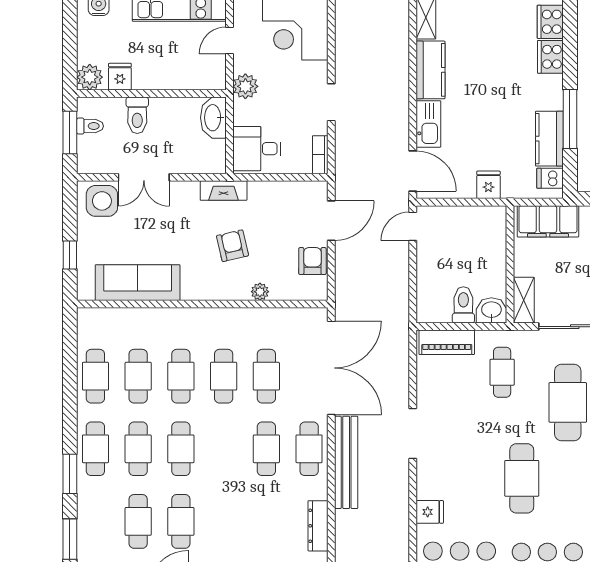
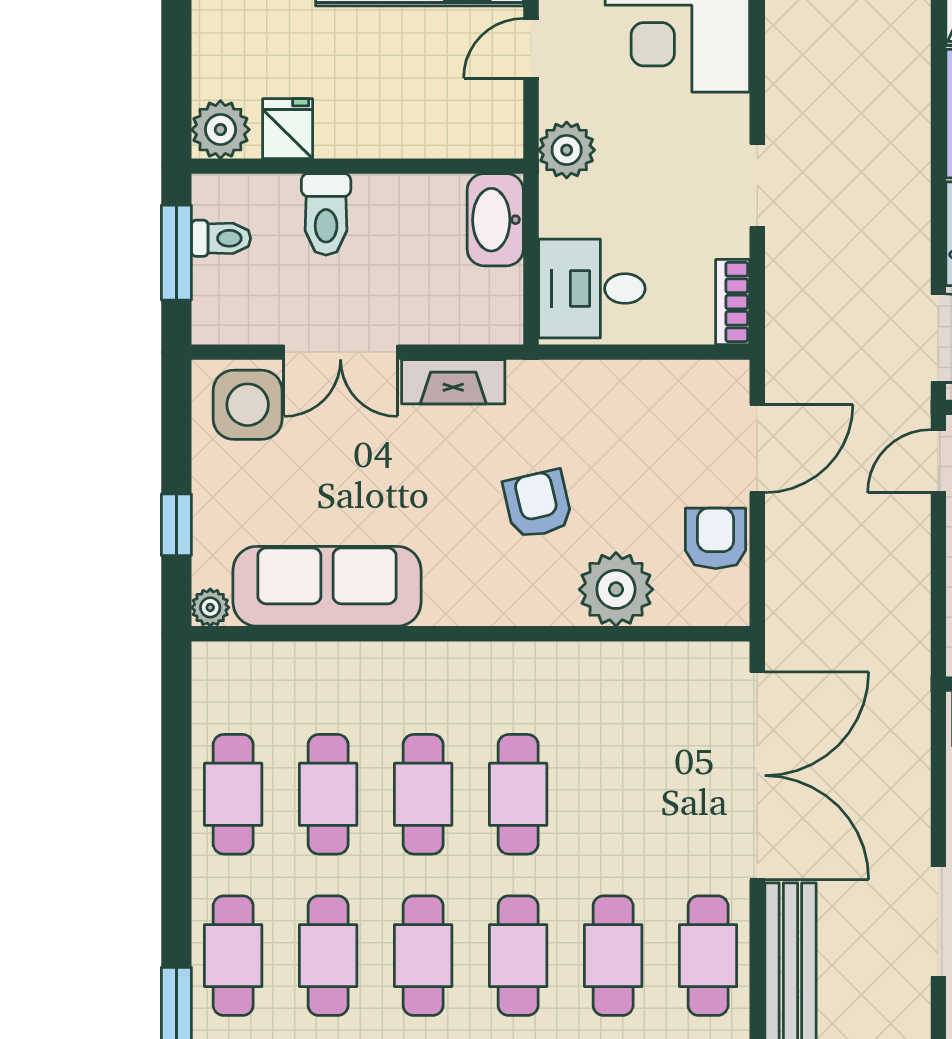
fireplace: (224, 191) -> (453, 382), moved
plant: (85, 292) -> (210, 607), added
plant: (260, 292) -> (616, 589), width x1.88, depth x1.88
cafe table: (266, 376) -> (518, 956), moved

